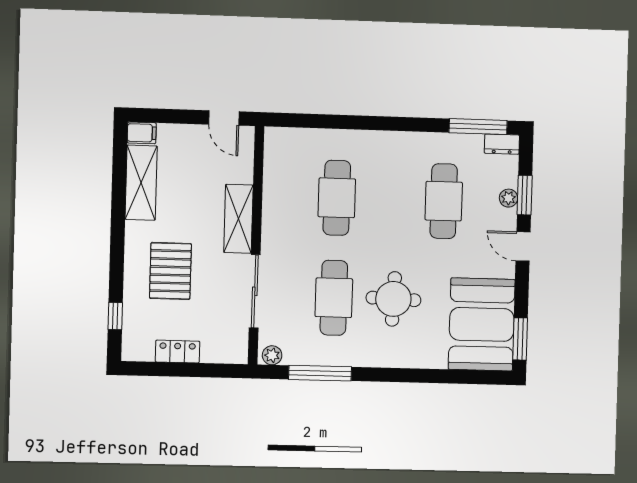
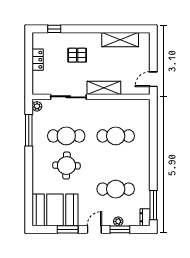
filing cabinet: (142, 133) -> (145, 39), removed
pallet: (170, 271) -> (77, 55), width x0.67, depth x0.71
window: (520, 339) -> (68, 229), moved

